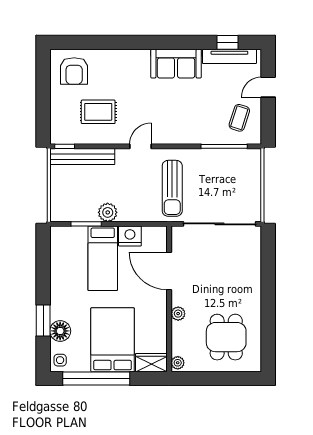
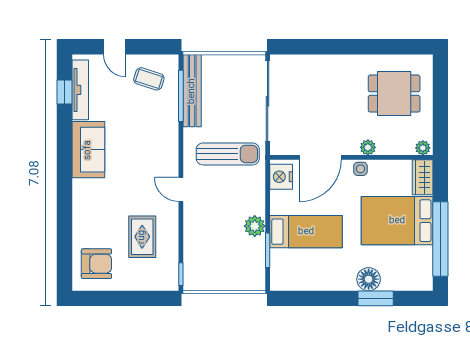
bench: (82, 157) -> (192, 91), moved
nightstand: (130, 236) -> (281, 177), moved
floor lamp: (60, 331) -> (369, 279), moved
side table: (60, 360) -> (360, 169), moved

